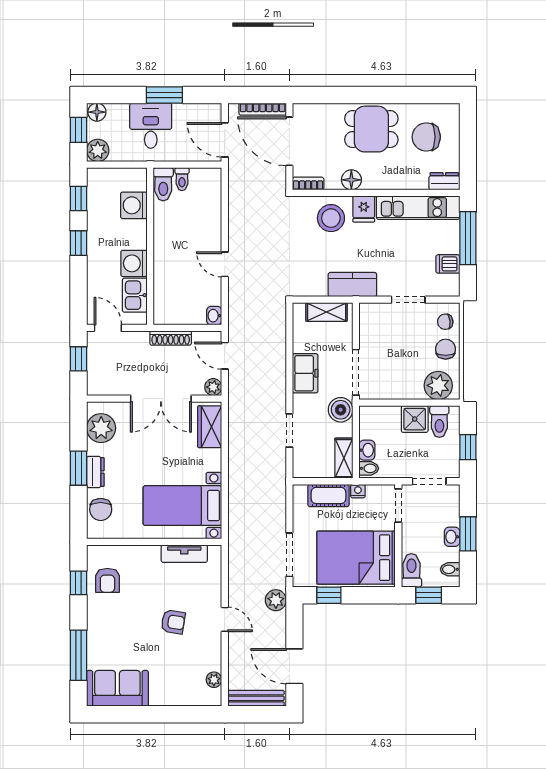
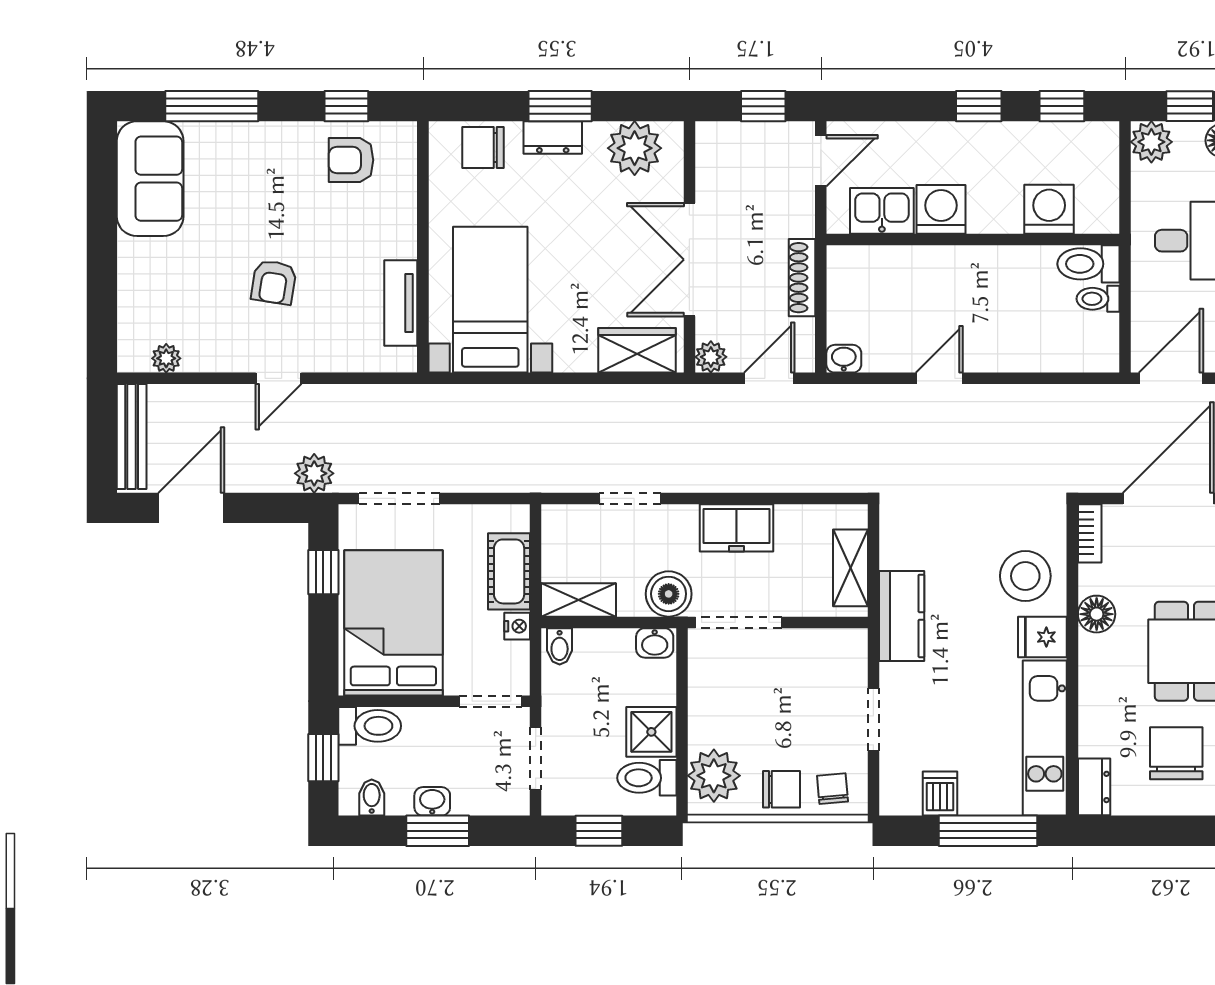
washbasin: (367, 450) -> (655, 643), moved

